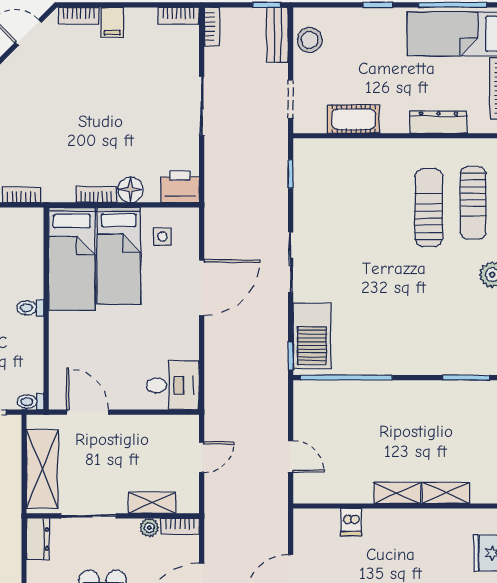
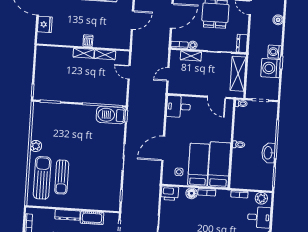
dresser: (438, 122) -> (67, 215), moved
sun lounger: (473, 203) -> (42, 178), width x1.36, depth x1.34
barbecue: (312, 336) -> (111, 115), moved, turned -90
shelving: (446, 493) -> (105, 55), moved
dishwasher: (351, 522) -> (88, 41), moved

